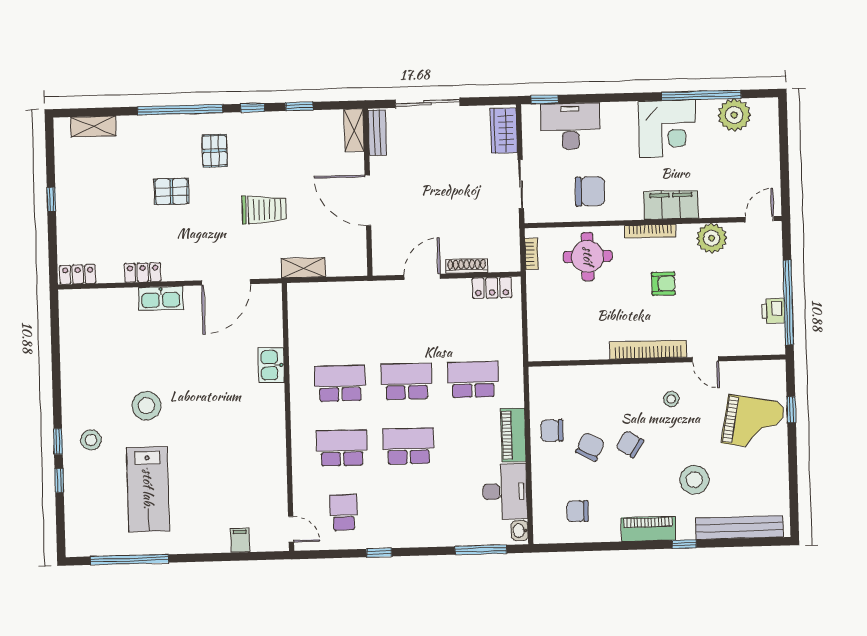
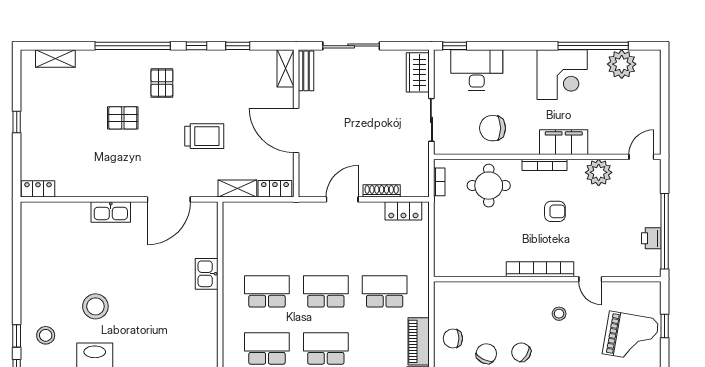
chair: (590, 191) -> (493, 128), turned 180
locker: (143, 273) -> (275, 189), moved

